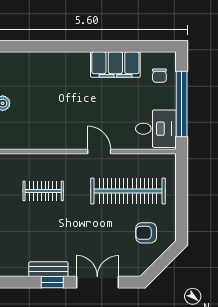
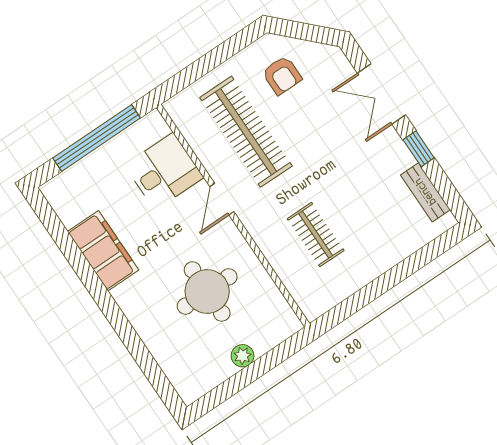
chair: (159, 76) -> (80, 188), removed
round table: (52, 108) -> (207, 291), added
desk: (156, 129) -> (164, 171), moved, turned 90
bench: (48, 269) -> (425, 192), moved

